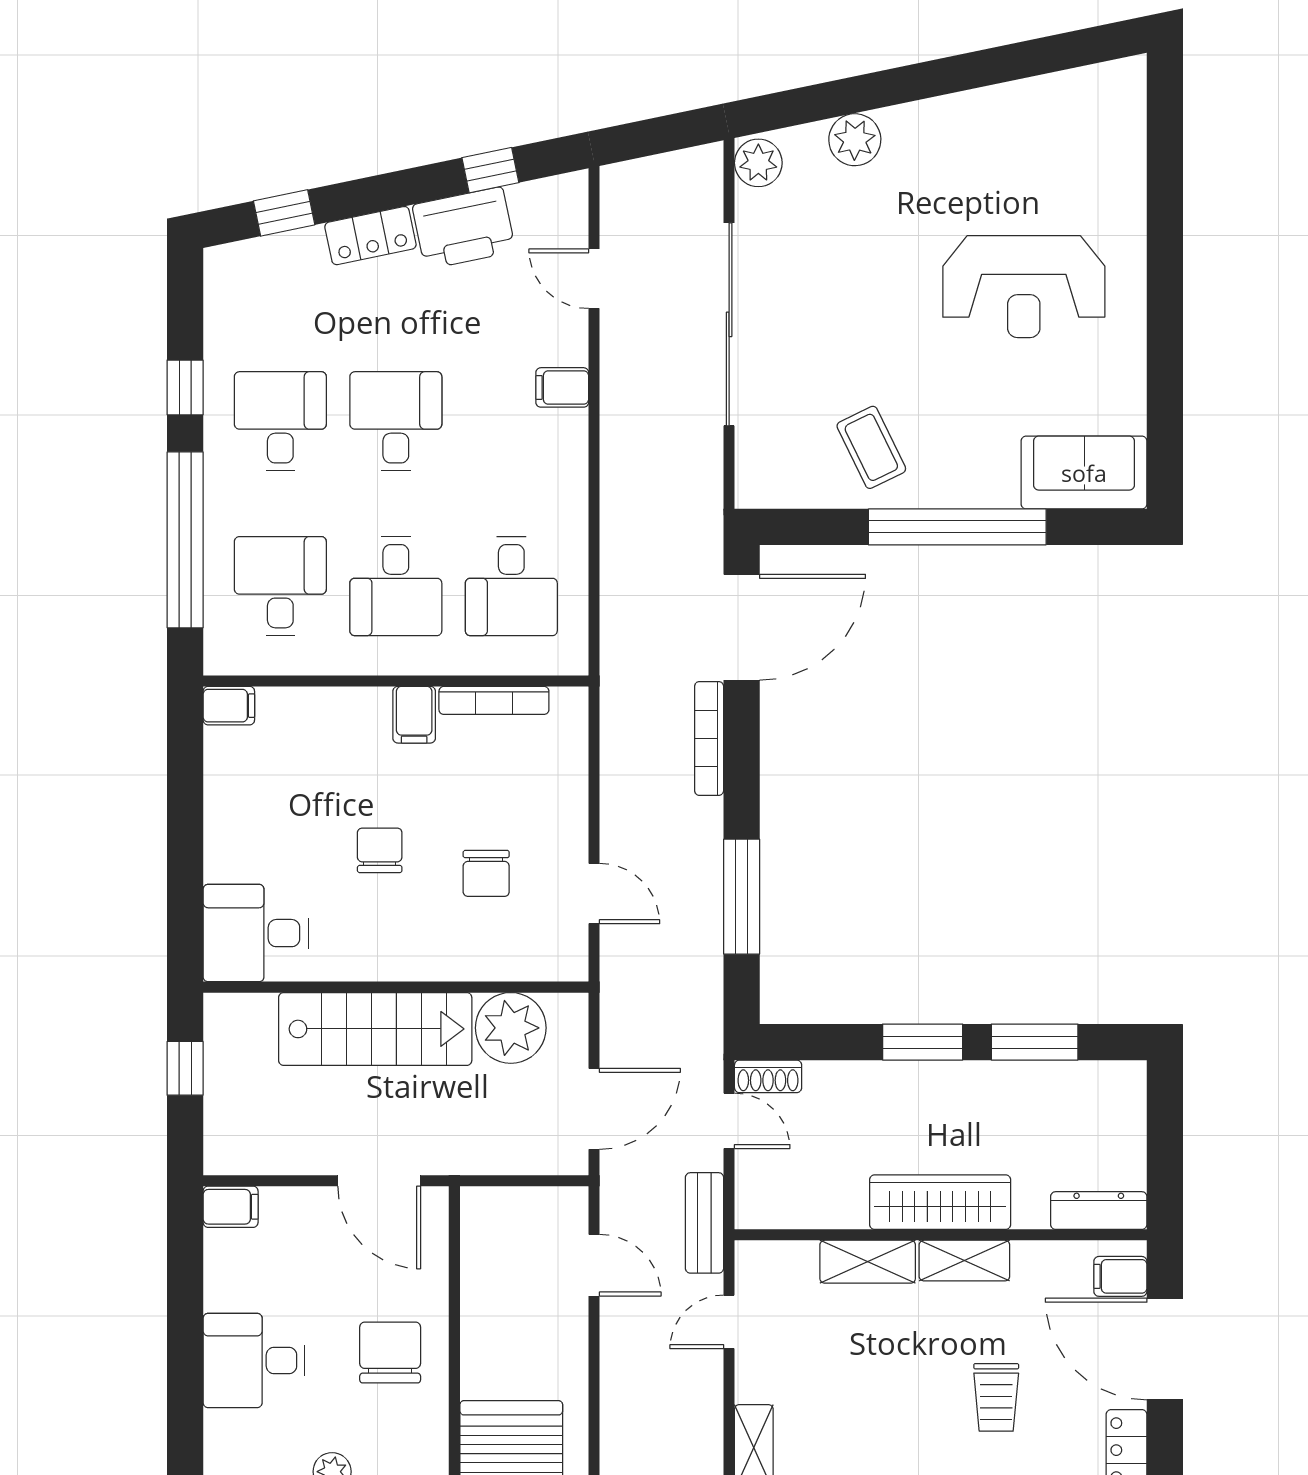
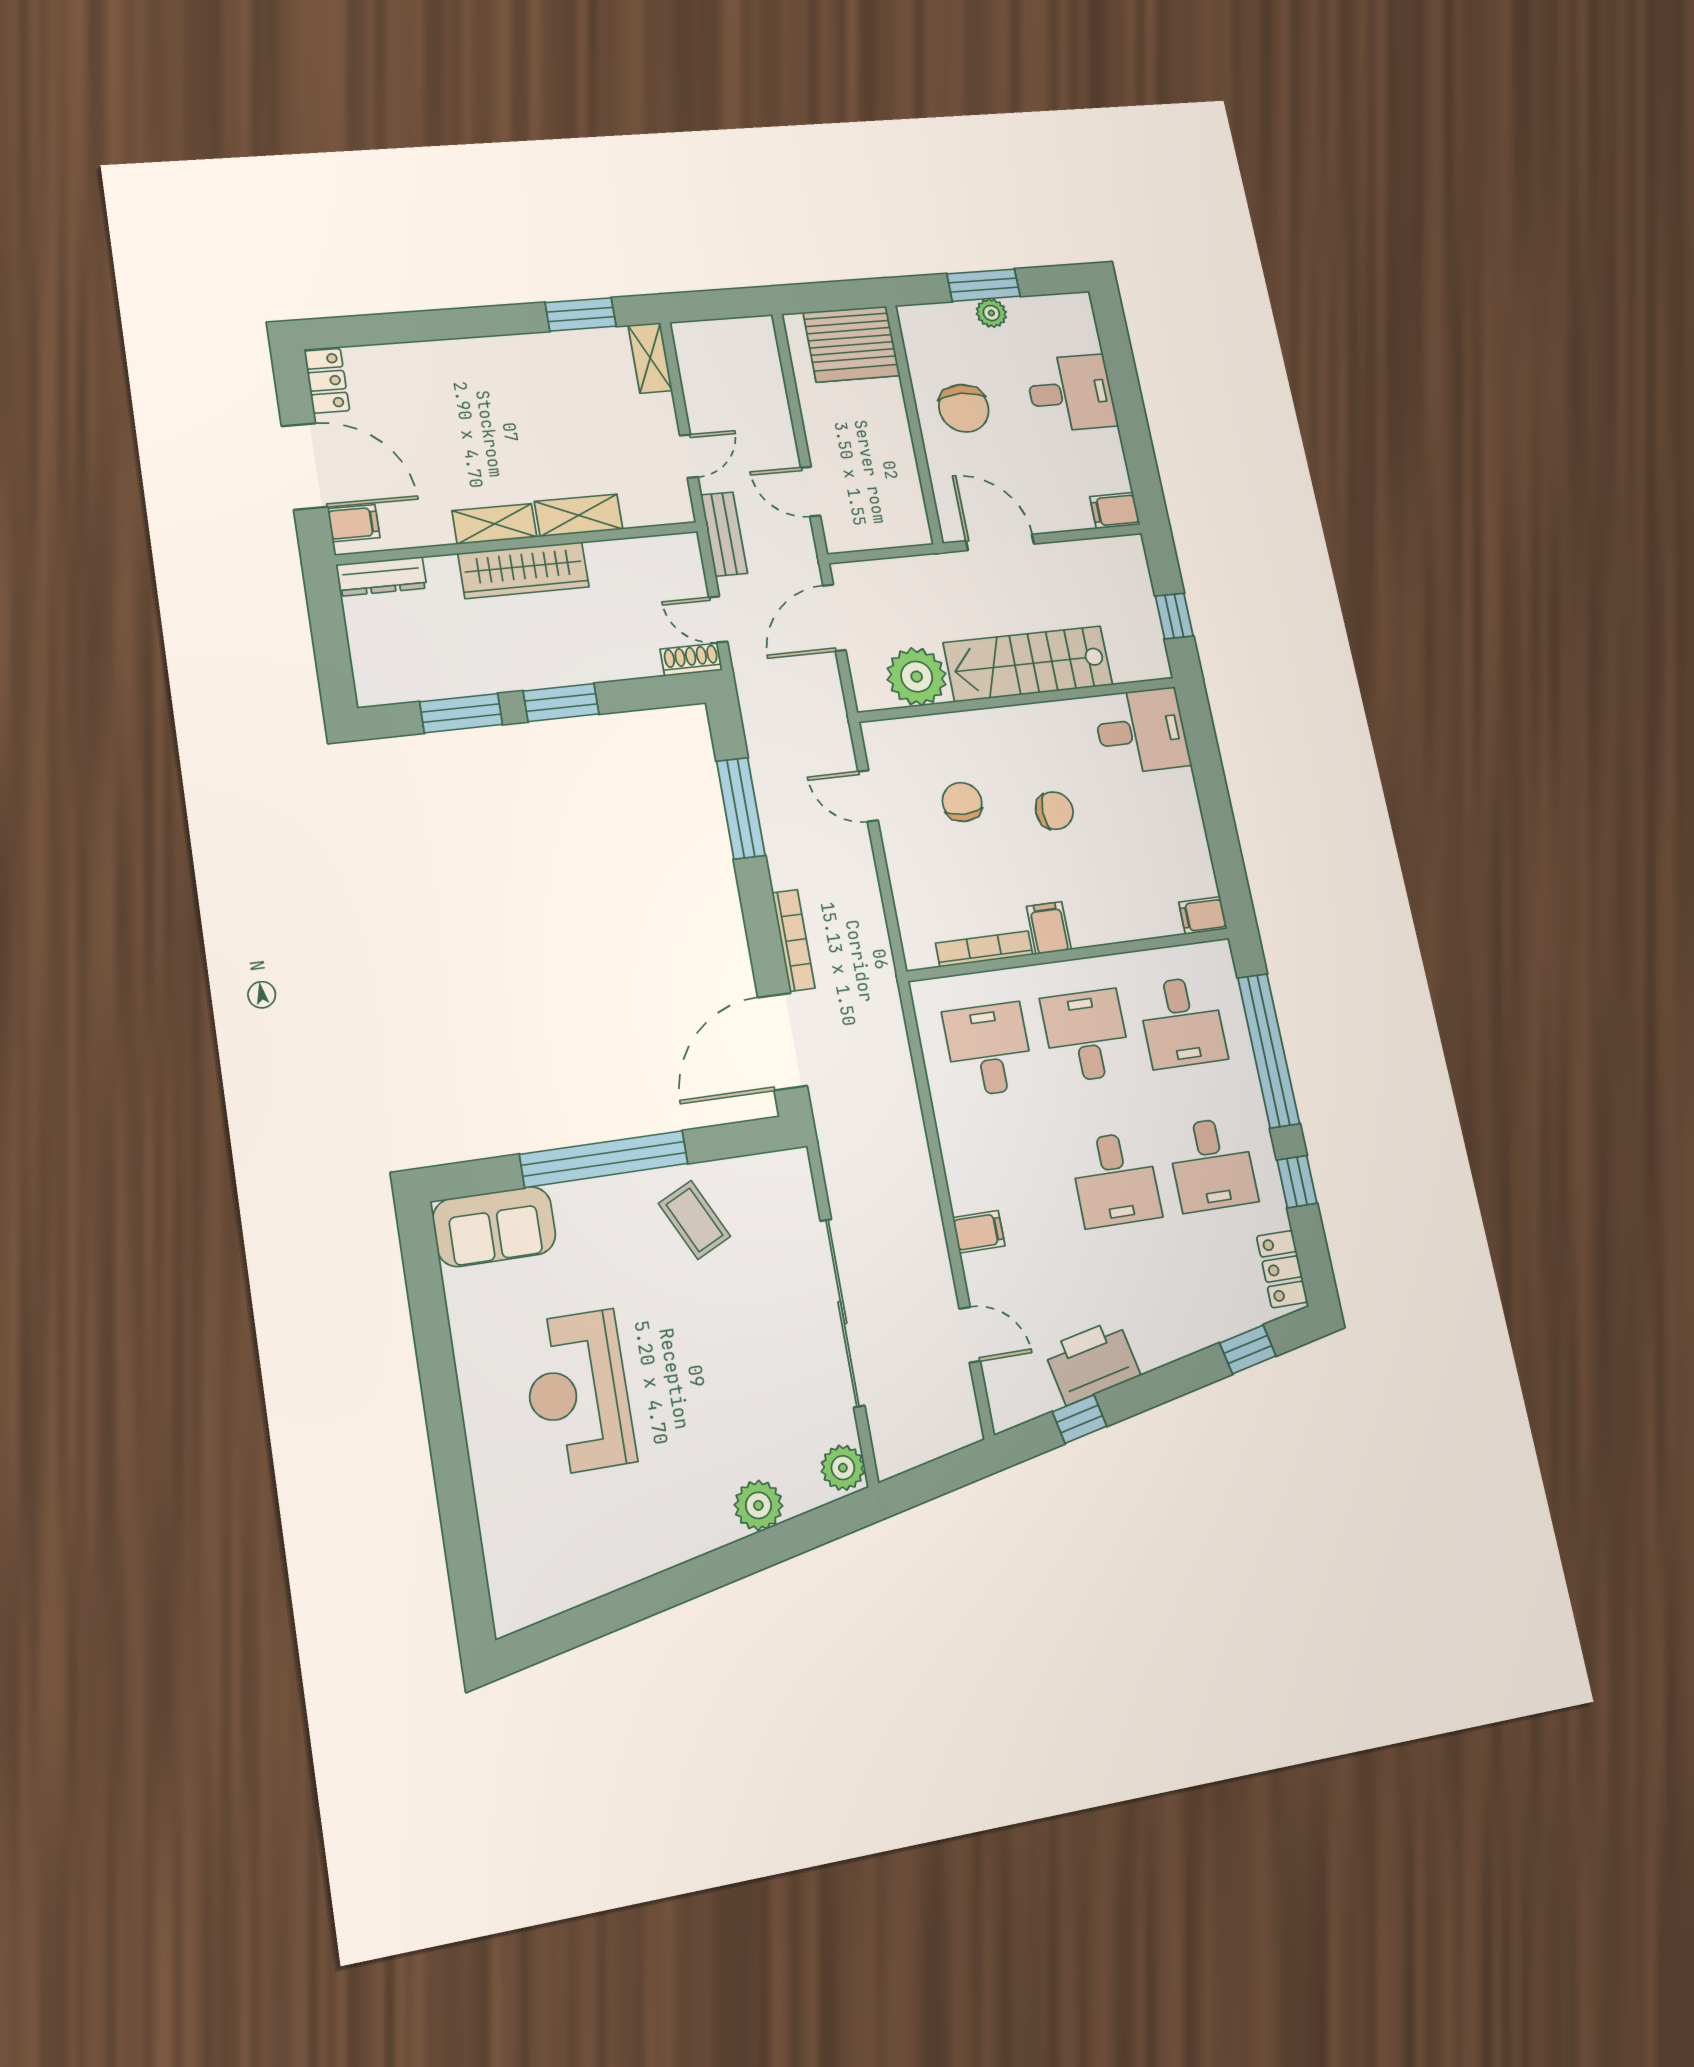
locker: (370, 236) -> (1282, 1269), moved, turned -78
reception desk: (1024, 287) -> (578, 1392), turned -90
chair: (380, 850) -> (1054, 811), turned -90
trolley: (996, 1397) -> (449, 414), removed

